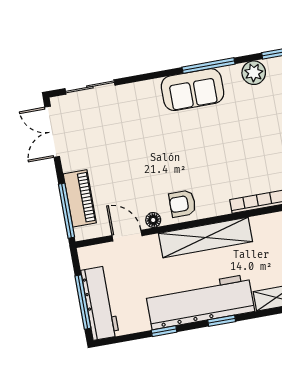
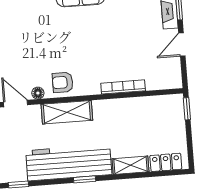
shelving: (206, 237) -> (67, 112), width x0.68
window: (164, 331) -> (18, 185), moved

